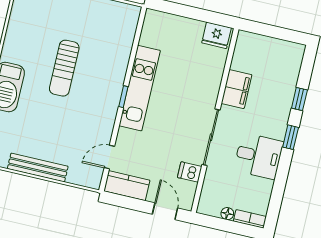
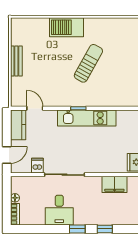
sun lounger: (64, 68) -> (88, 63), turned 119
filing cabinet: (237, 89) -> (114, 184), moved
bench: (38, 167) -> (16, 61), width x0.73

